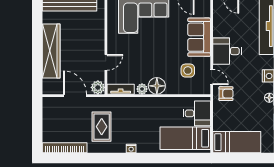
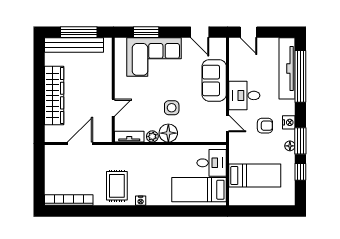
side table: (188, 71) -> (172, 108), moved
plant: (98, 87) -> (105, 135), removed
armchair: (226, 94) -> (265, 126), moved
door: (75, 96) -> (80, 144), hinge flipped
rug: (102, 127) -> (117, 186), moved
bed: (237, 142) -> (255, 176), moved

